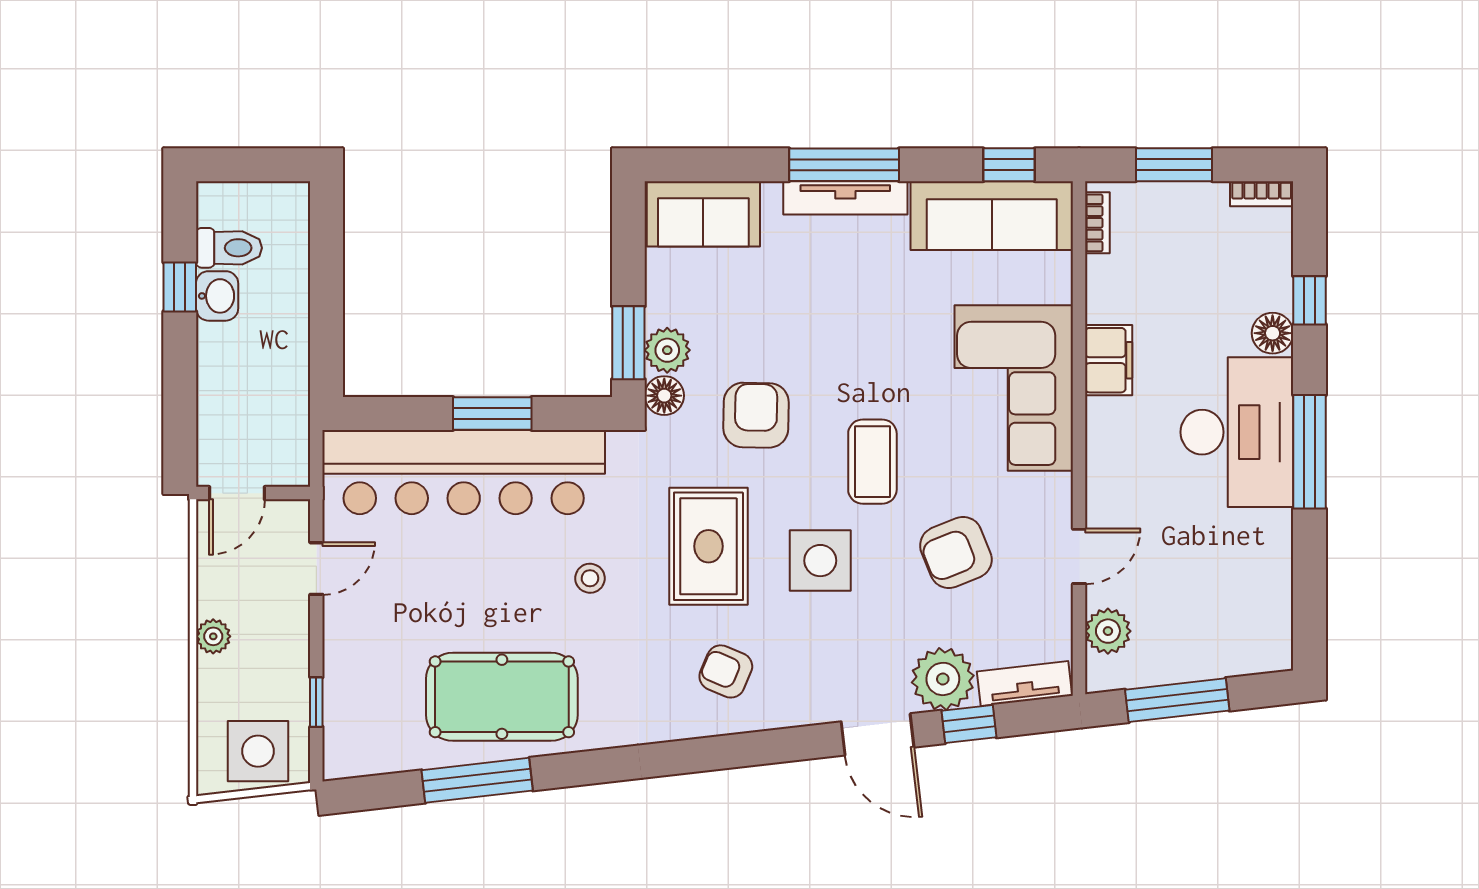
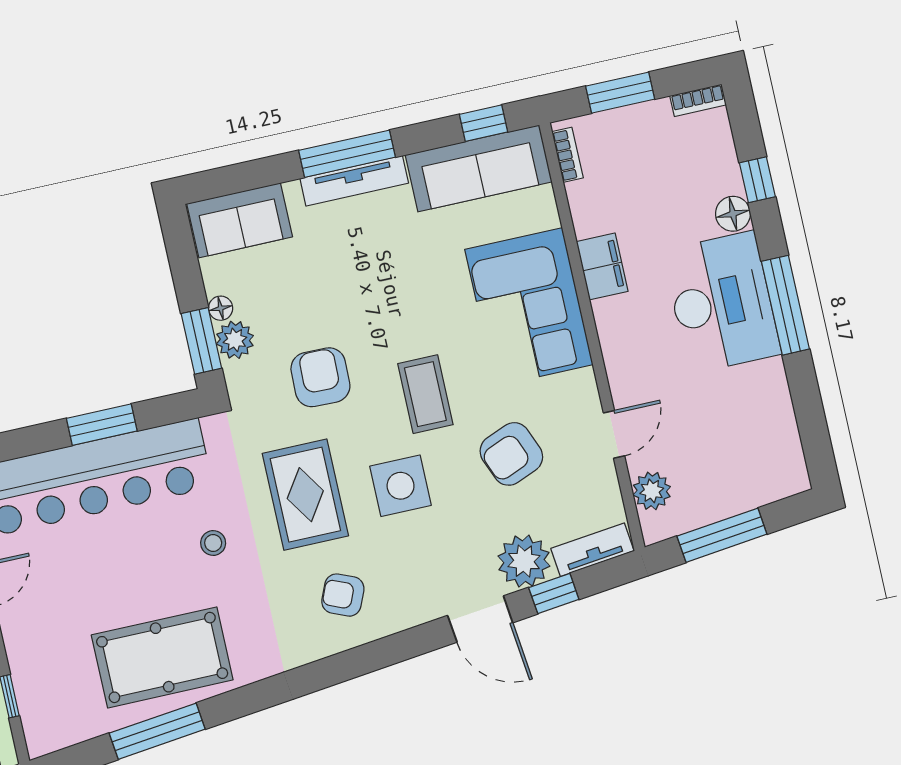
floor lamp: (664, 396) -> (221, 308), moved, width x0.73, depth x0.73

